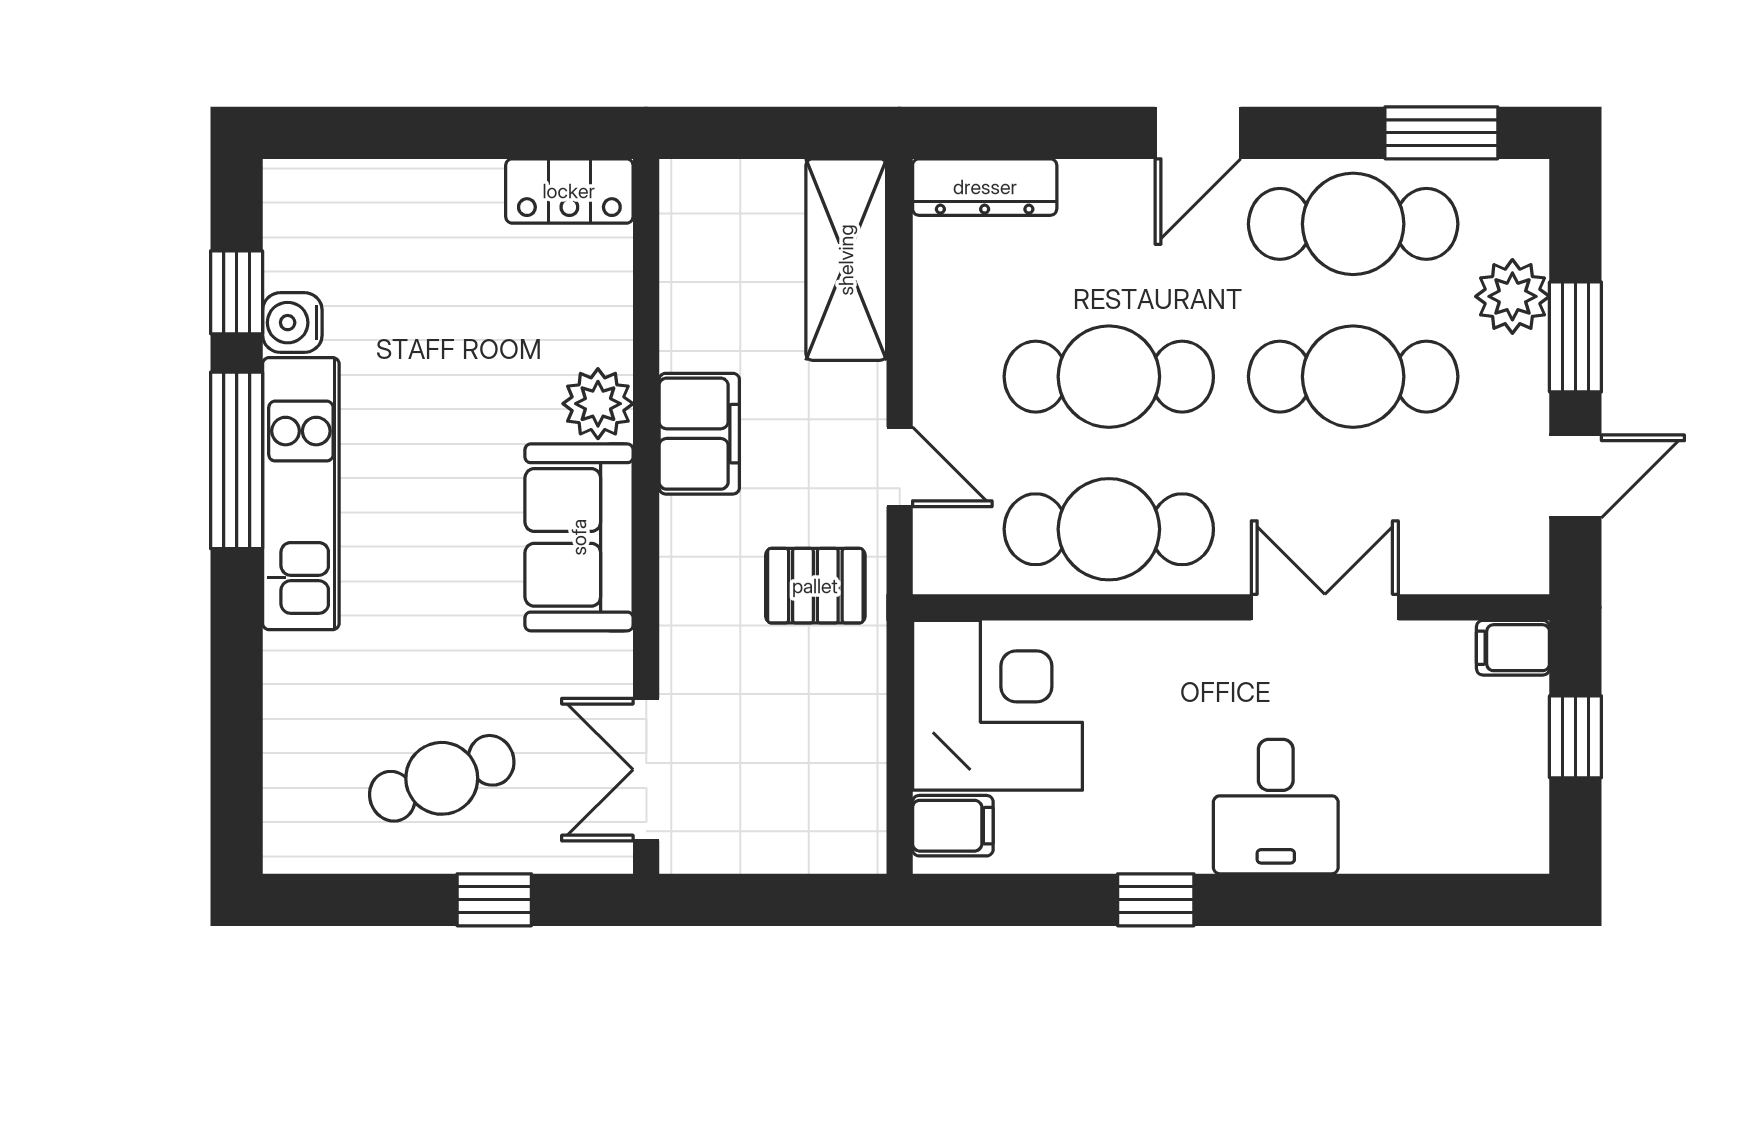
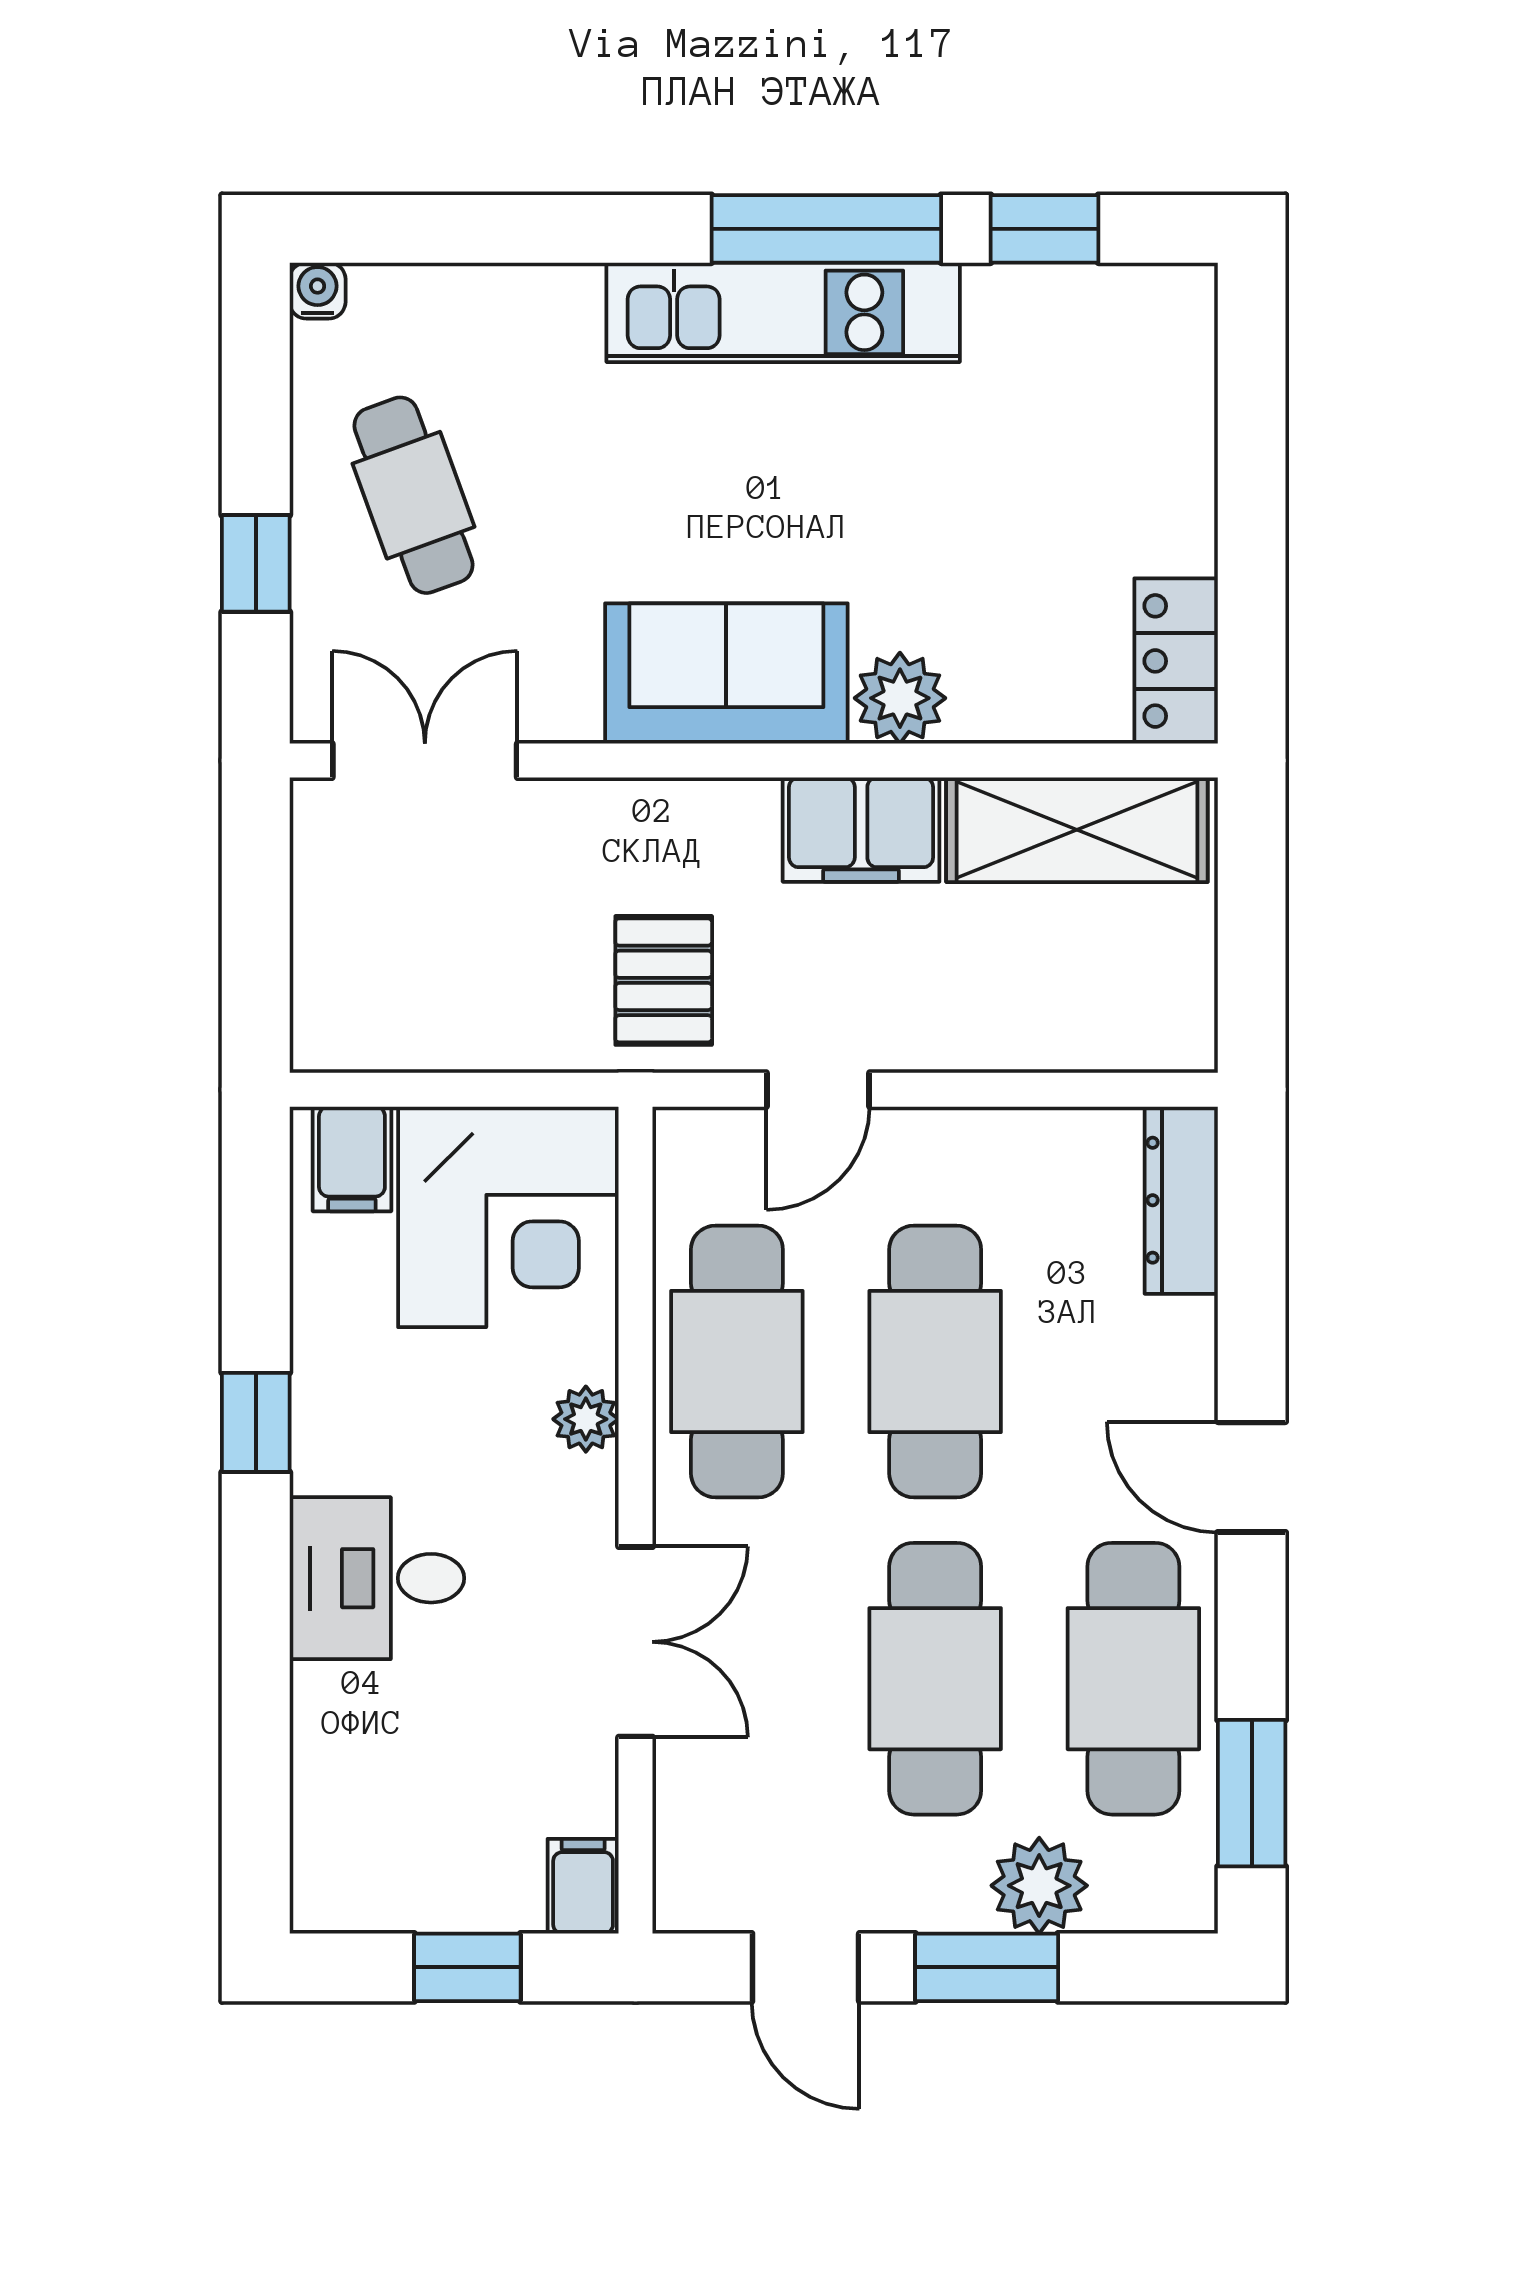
shelving: (846, 260) -> (1077, 830), moved
water cooler: (292, 323) -> (318, 291), moved, width x0.72, depth x0.72
plant: (1153, 646) -> (586, 1419), added

